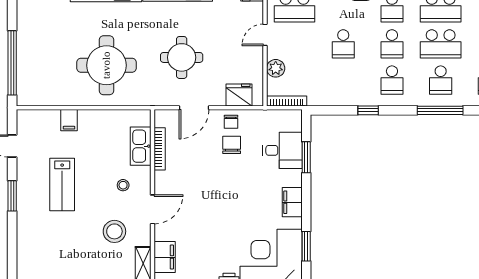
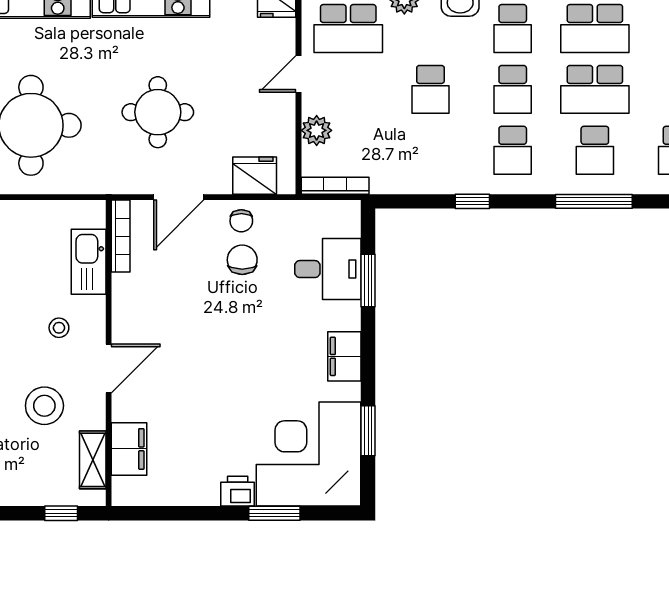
bookcase: (160, 149) -> (121, 236), moved

